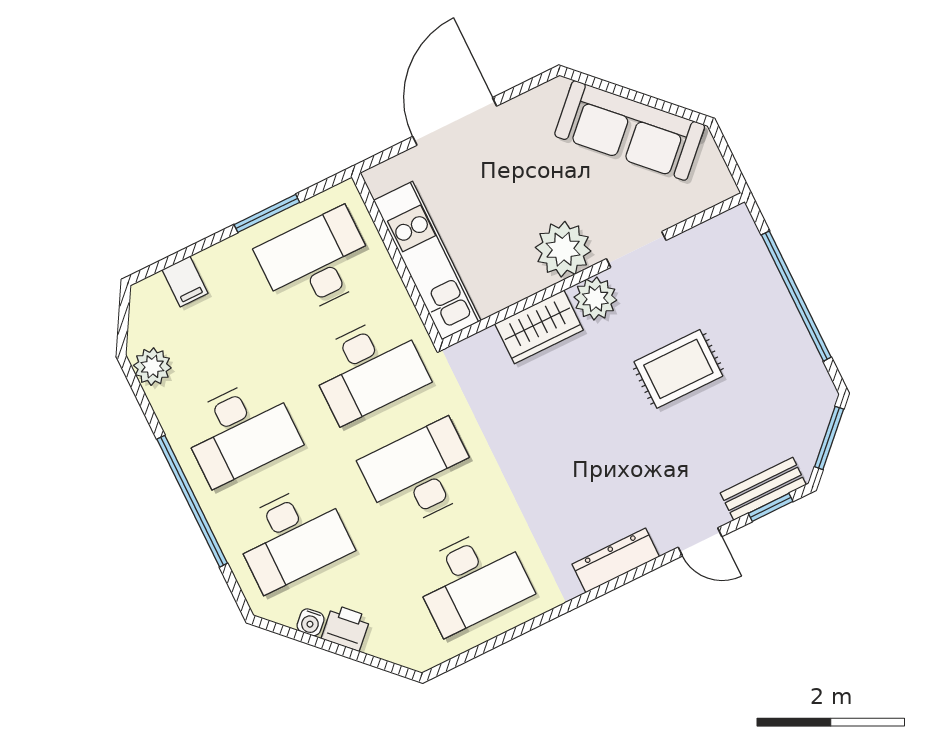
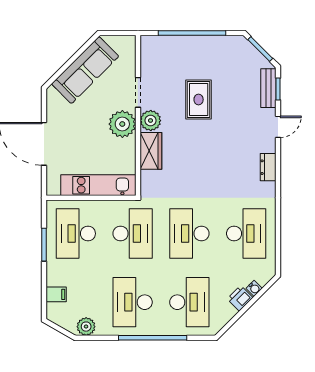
desk: (240, 431) -> (133, 302), turned 180
dresser: (616, 560) -> (268, 167), width x0.70
water cooler: (311, 622) -> (254, 288), moved

